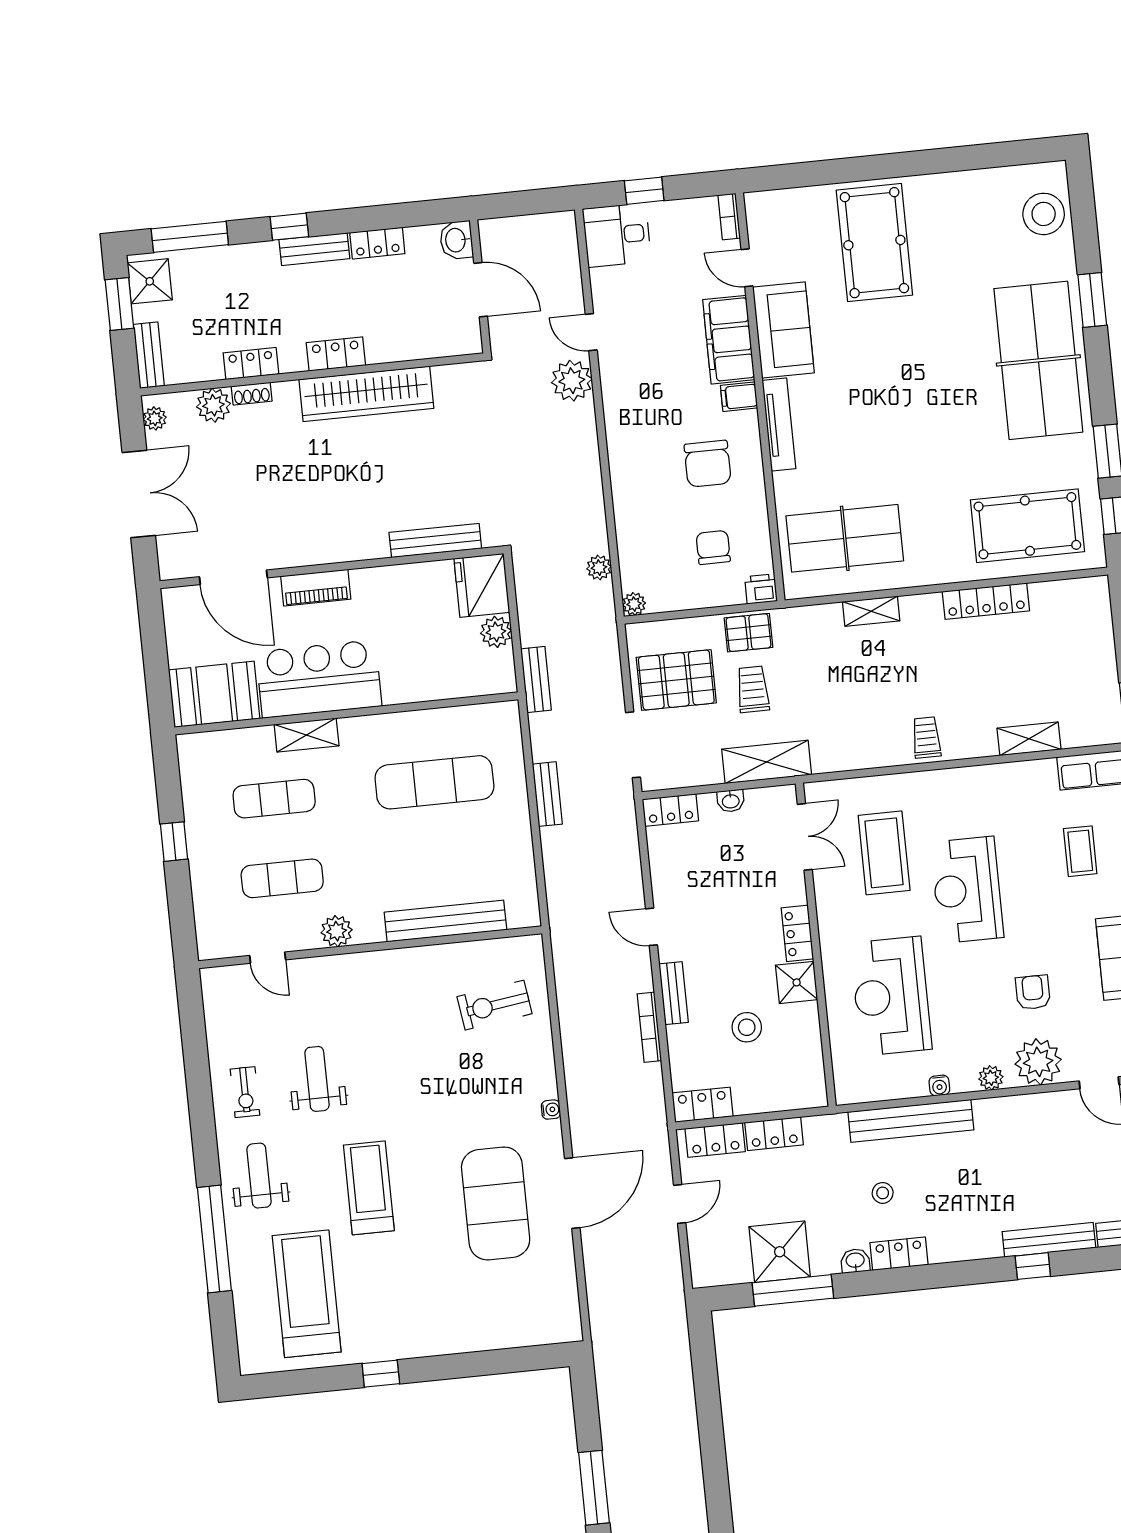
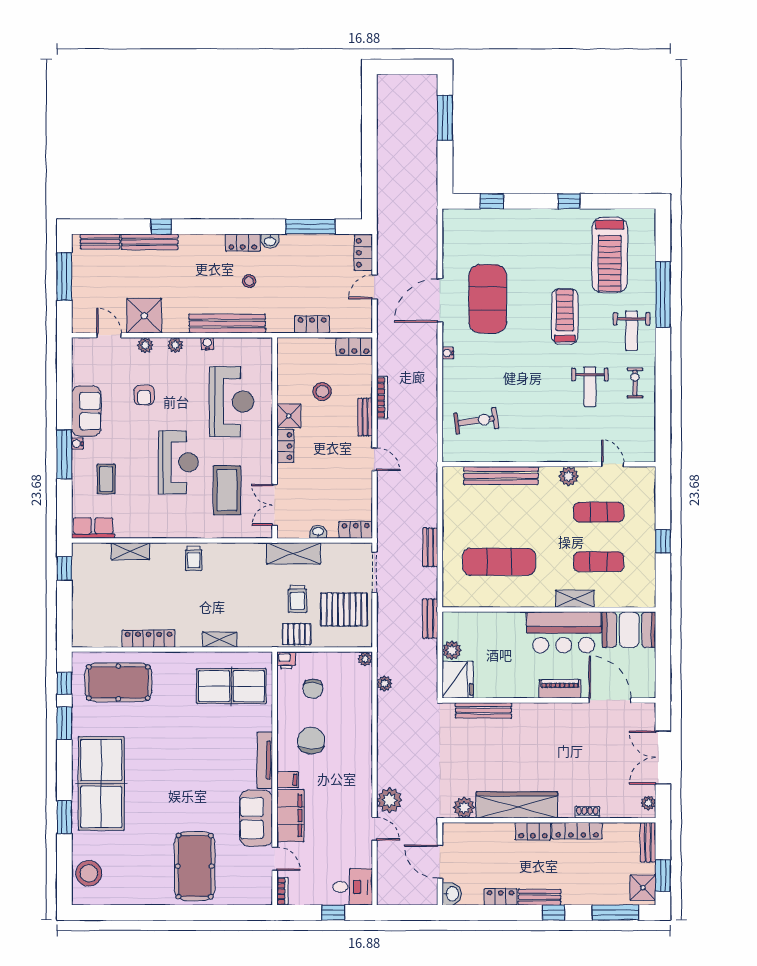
locker: (251, 364) -> (577, 831), width x1.53
plant: (214, 405) -> (464, 807), moved
plant: (1038, 1062) -> (145, 345), width x0.53, depth x0.53
locker: (715, 1140) -> (363, 253), moved, turned -90
treadmill: (369, 1188) -> (565, 316), turned 180
shower: (780, 1252) -> (144, 316), moved
window: (505, 1361) -> (492, 201), added

